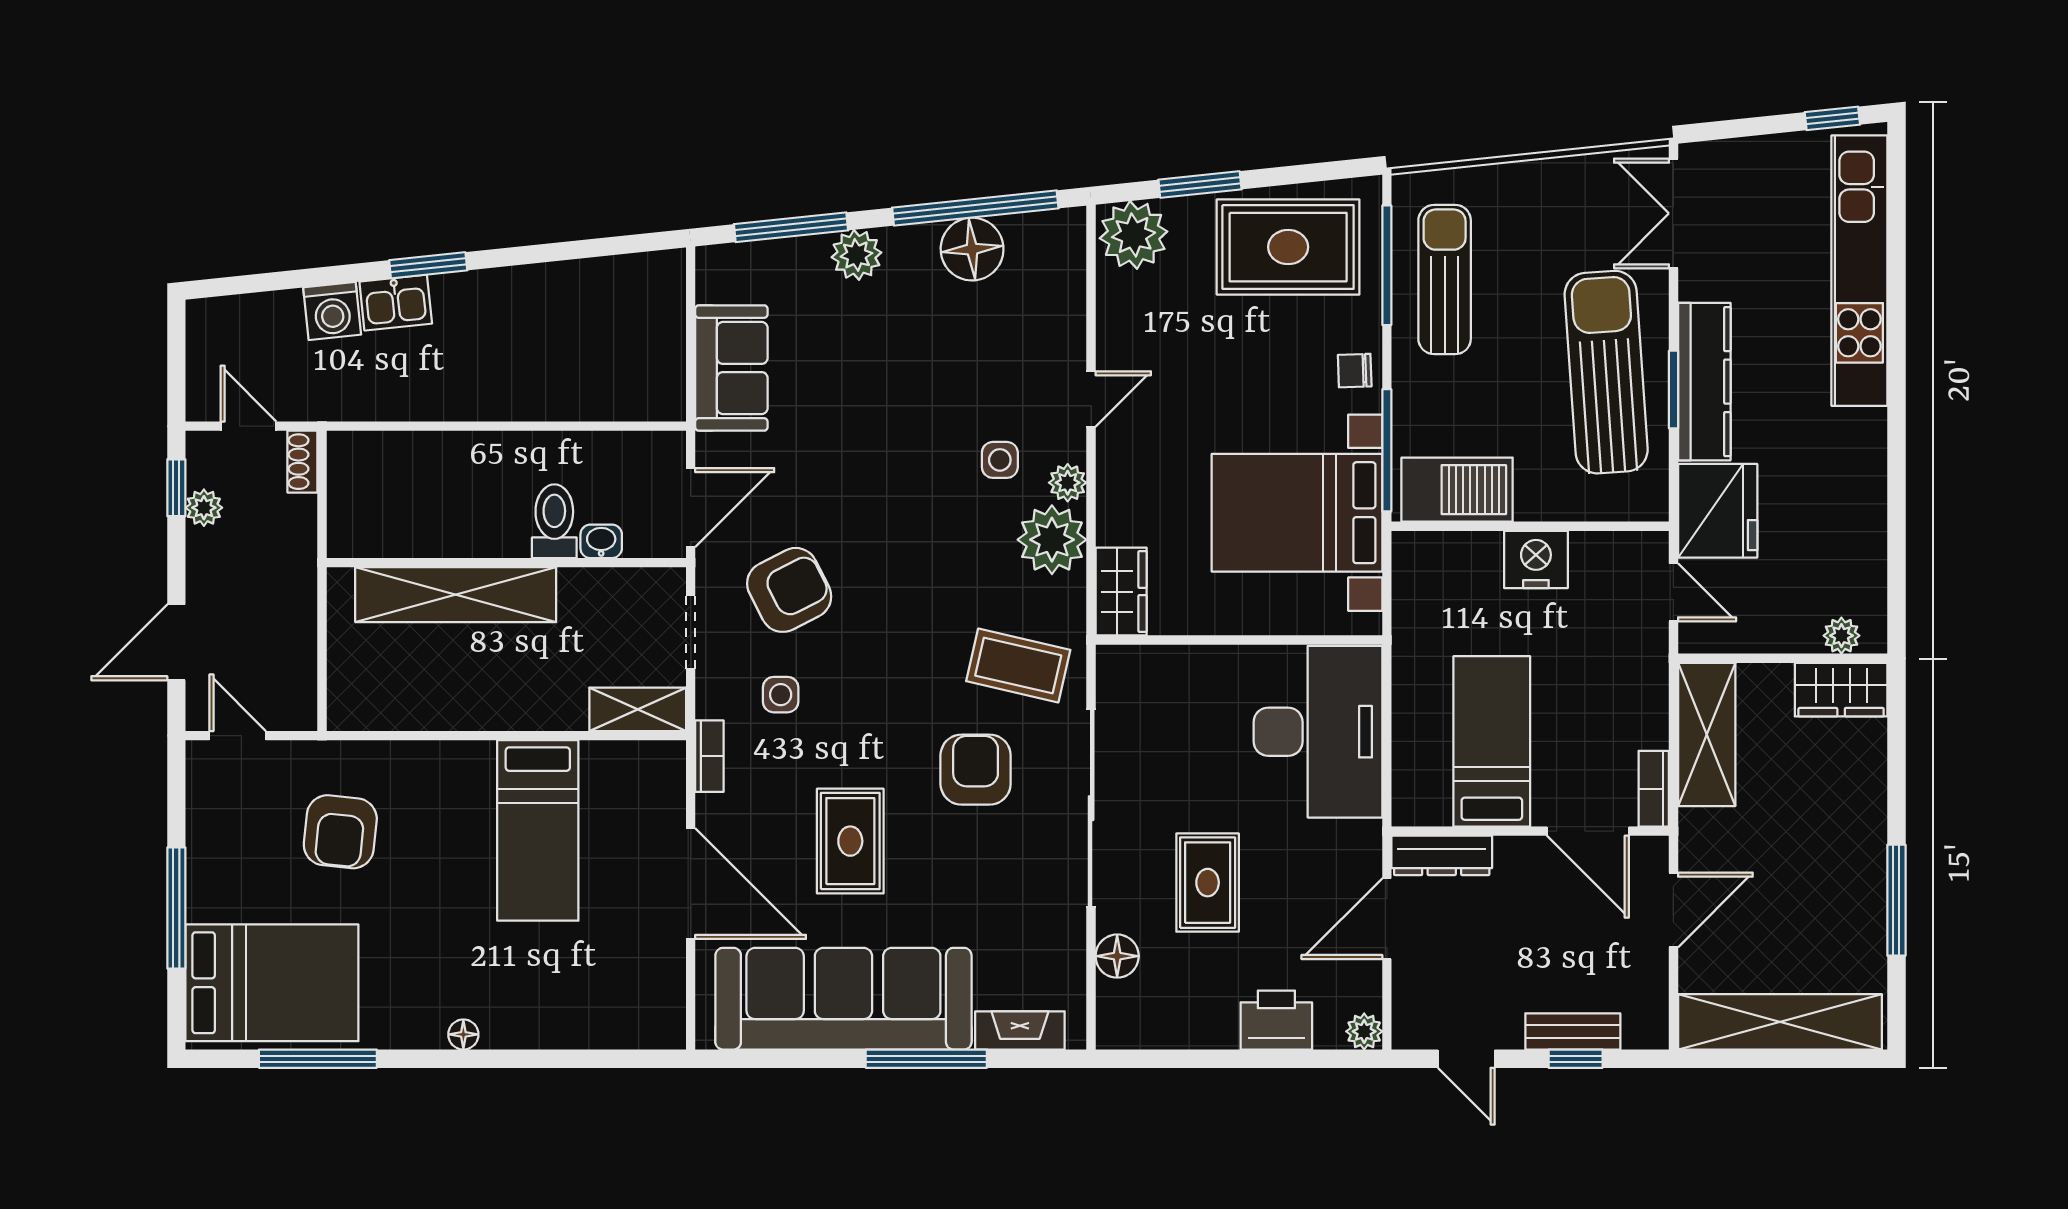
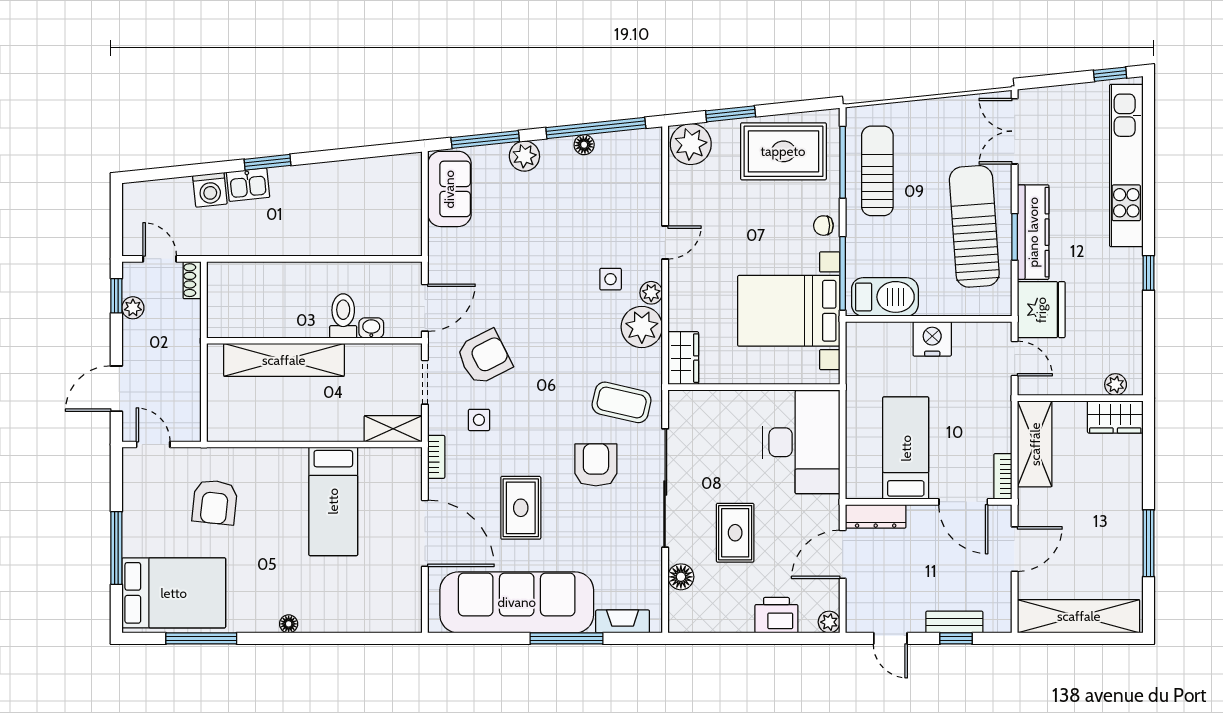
floor lamp: (972, 249) -> (584, 145), width x0.53, depth x0.53
sofa: (731, 368) -> (449, 189), moved
window: (1896, 450) -> (1149, 273), added

